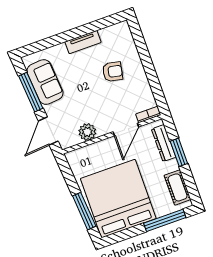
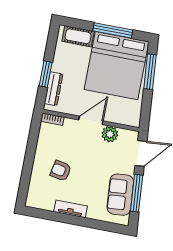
door: (126, 129) -> (91, 120), moved
cot: (177, 187) -> (78, 36), moved, turned 90
window: (165, 220) -> (113, 30), moved

